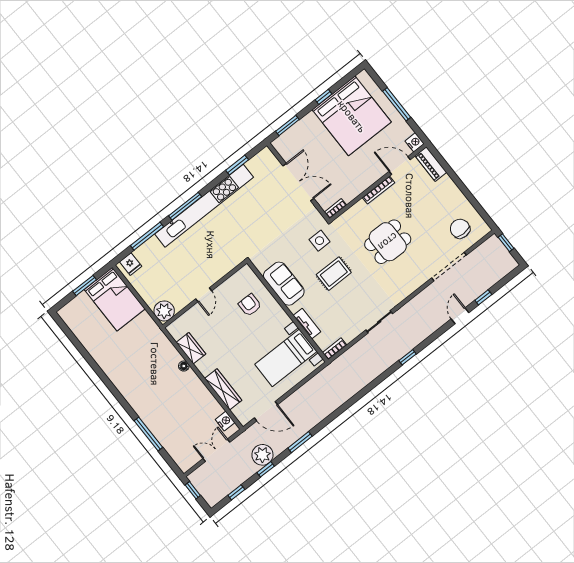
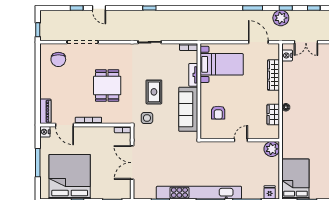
dining table: (388, 242) -> (107, 86), turned 90
rug: (334, 274) -> (154, 92), turned 90
sofa: (284, 284) -> (188, 109), width x1.36
door: (460, 316) -> (99, 8), hinge flipped

